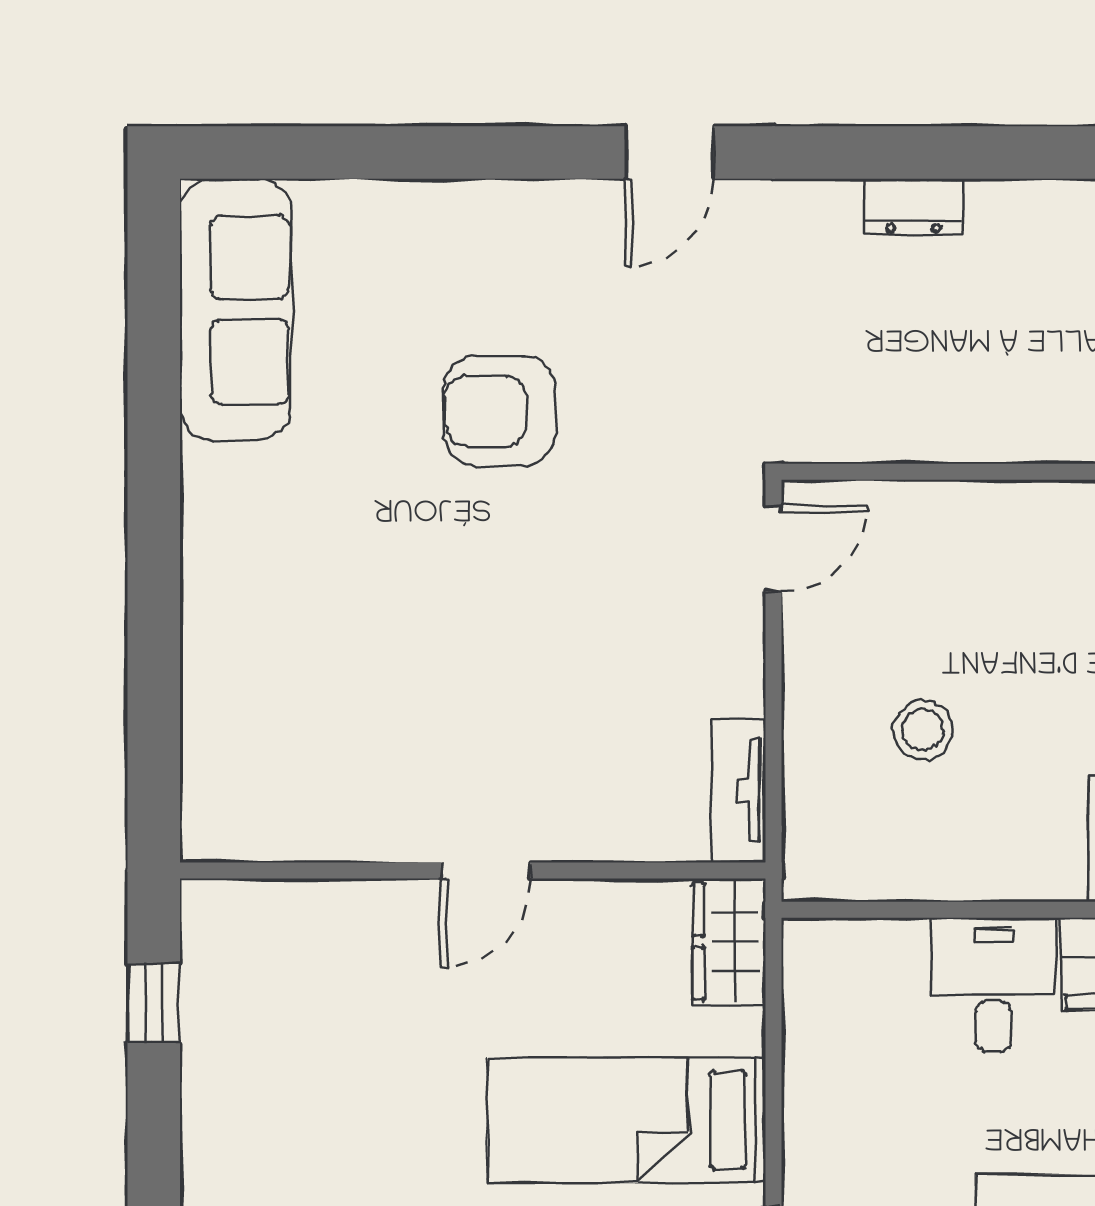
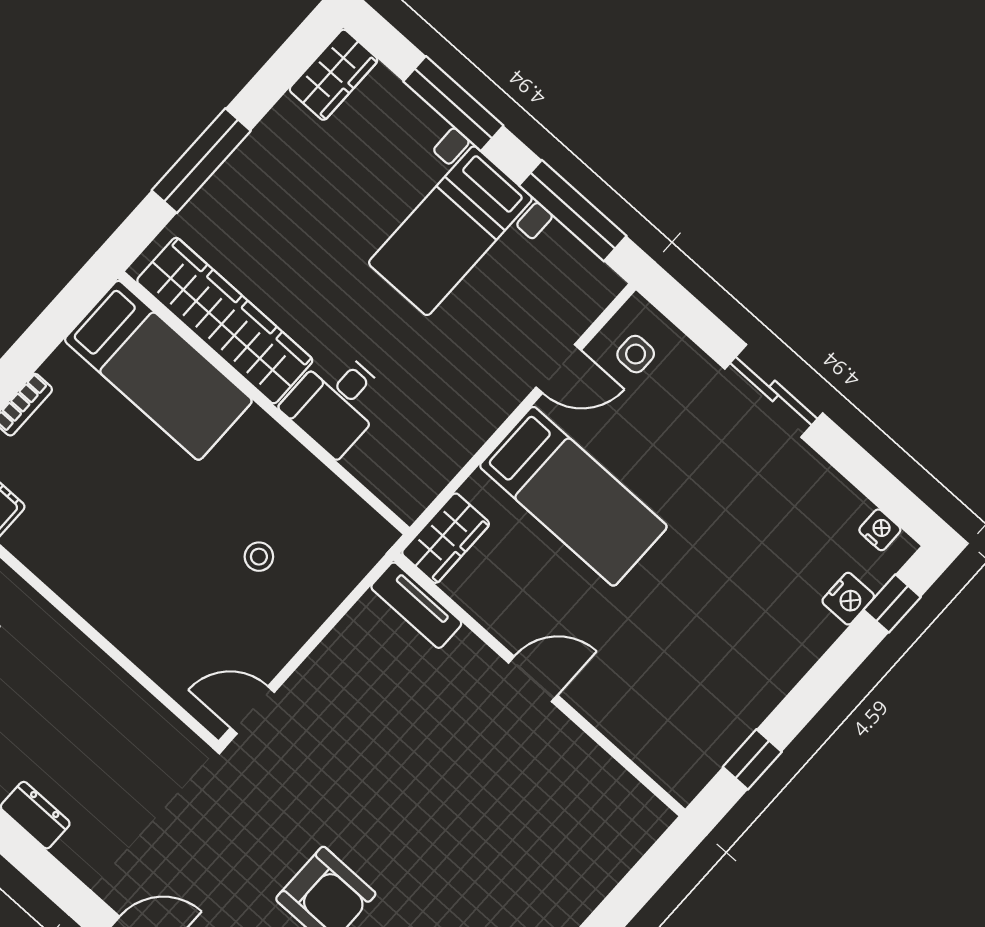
stool: (923, 730) -> (259, 557), width x0.73, depth x0.73
tv unit: (738, 791) -> (416, 605), moved, turned 90

